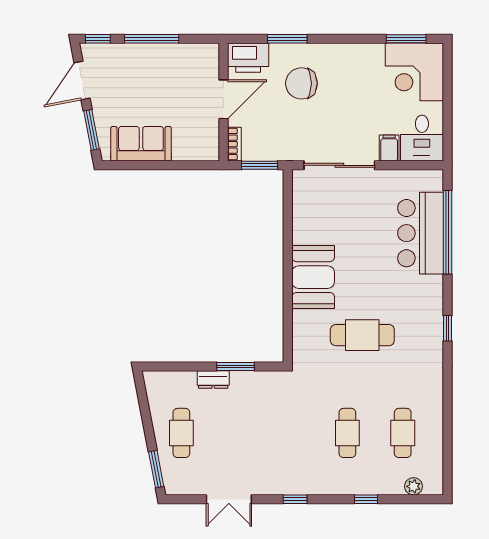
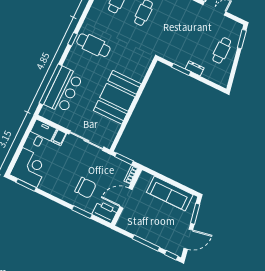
sofa: (141, 144) -> (170, 194), width x1.36
booth: (313, 277) -> (117, 97), width x1.36, depth x1.42
cafe table: (362, 335) -> (93, 45), moved

